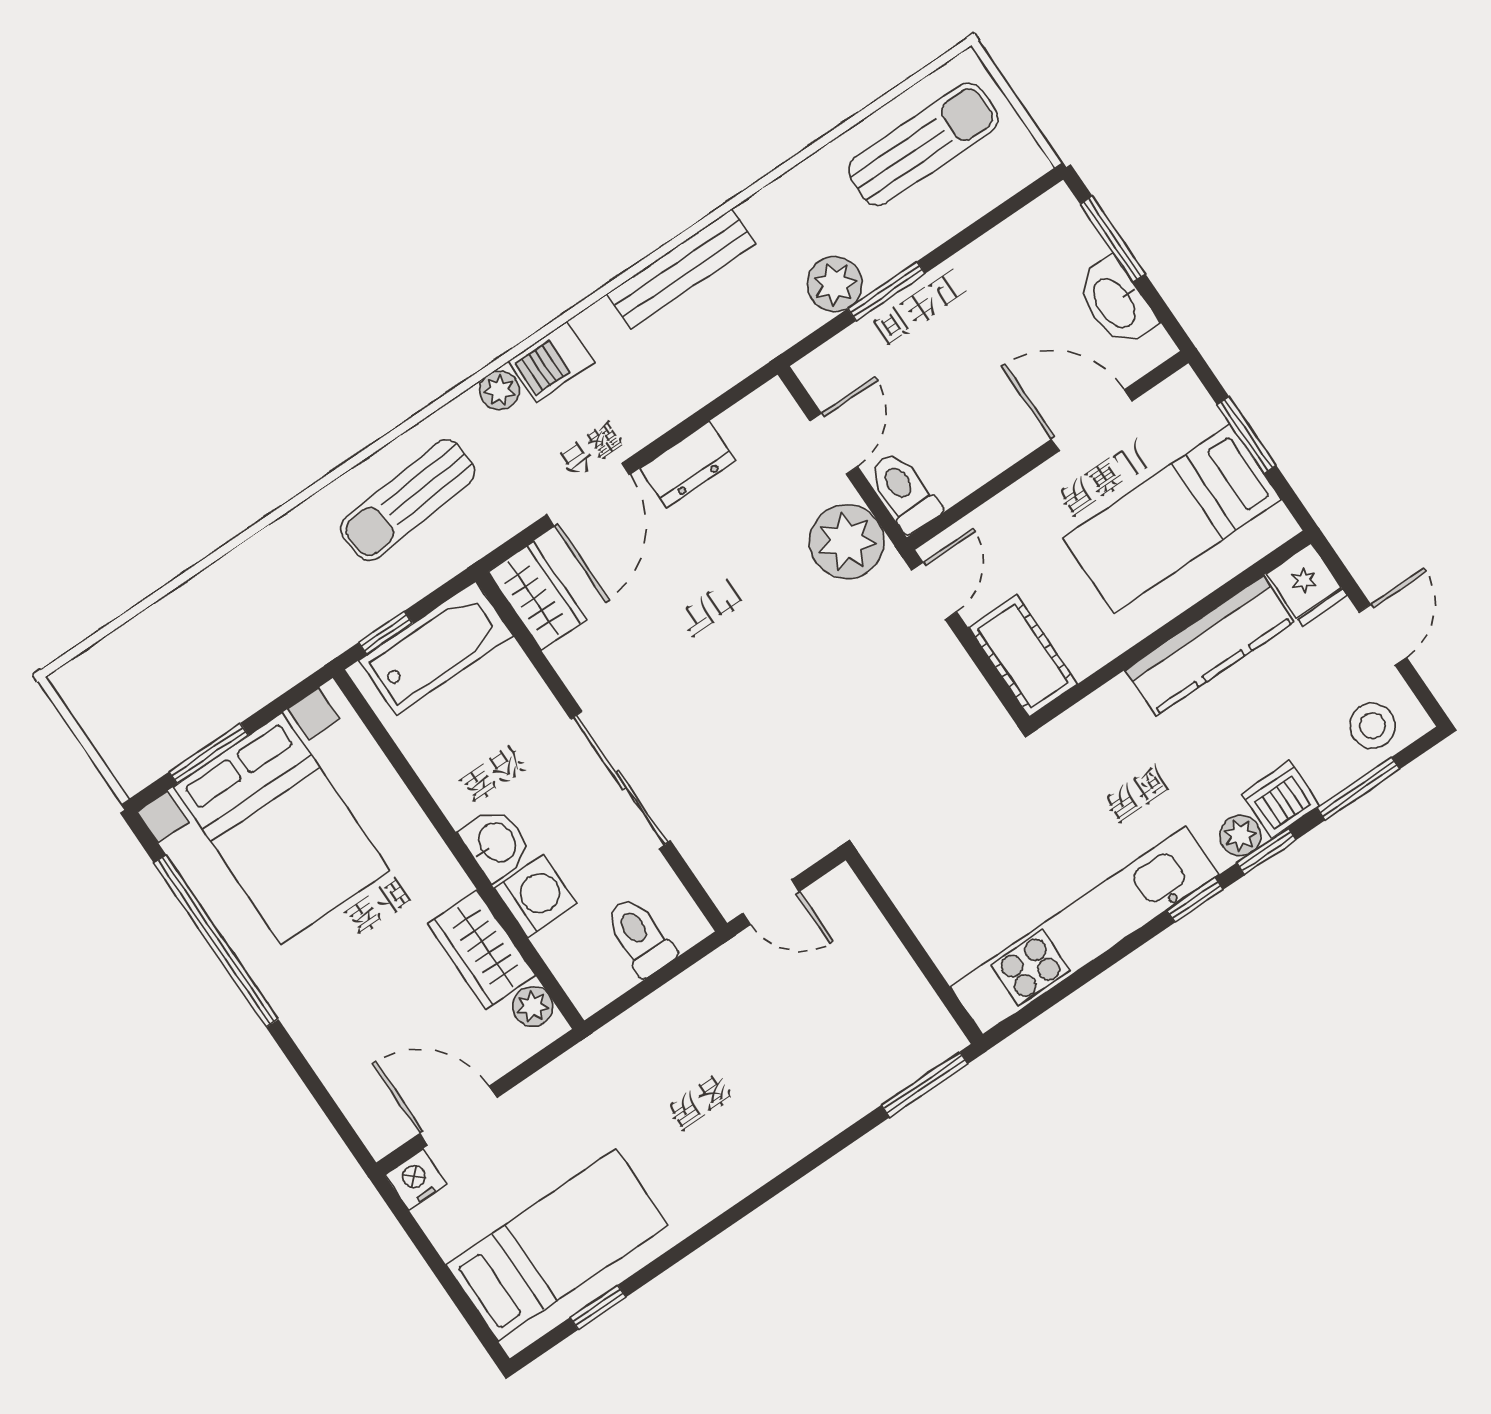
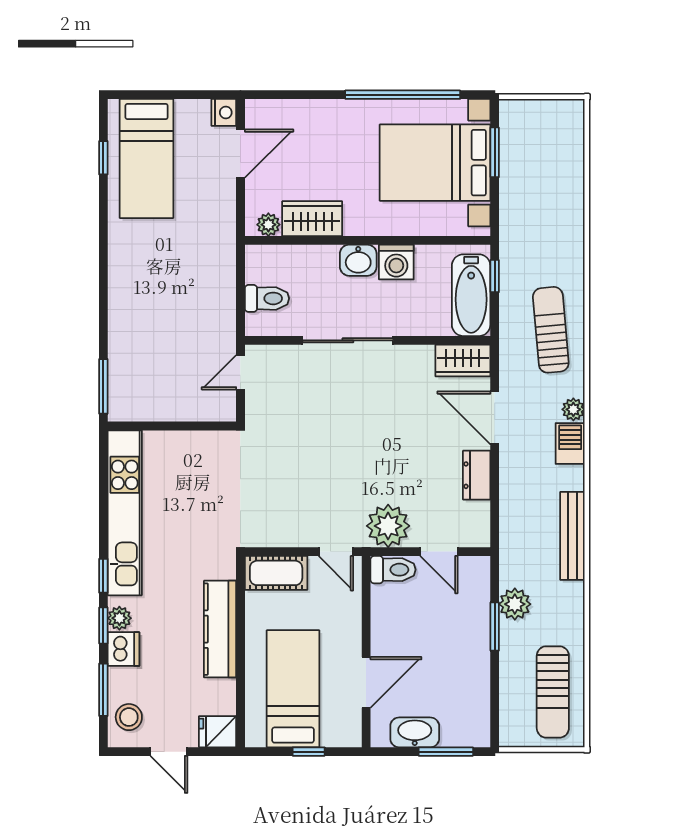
window: (1246, 435) -> (309, 752), width x0.67
kitchen counter: (1210, 646) -> (220, 629), moved
washing machine: (536, 896) -> (396, 262), moved

